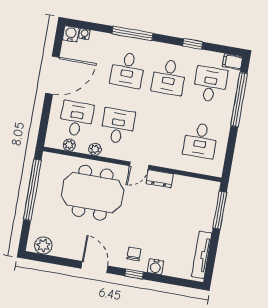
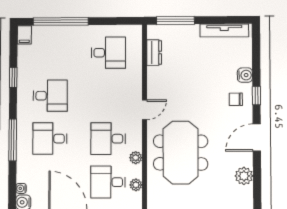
desk: (127, 70) -> (50, 139), turned 180
desk: (210, 84) -> (50, 53), removed
door: (139, 166) -> (144, 110), hinge flipped
dresser: (160, 179) -> (154, 53), moved
plant: (43, 245) -> (244, 176), moved

